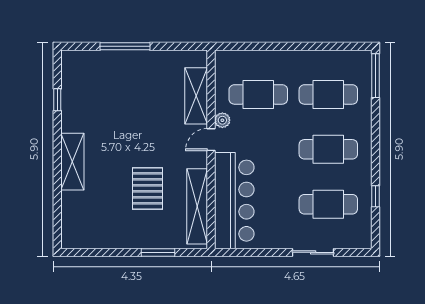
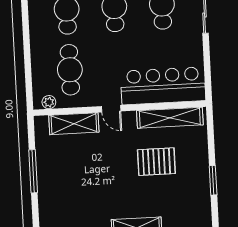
window: (125, 46) -> (33, 171), moved
plant: (222, 120) -> (49, 102), moved
window: (158, 252) -> (213, 180), moved

